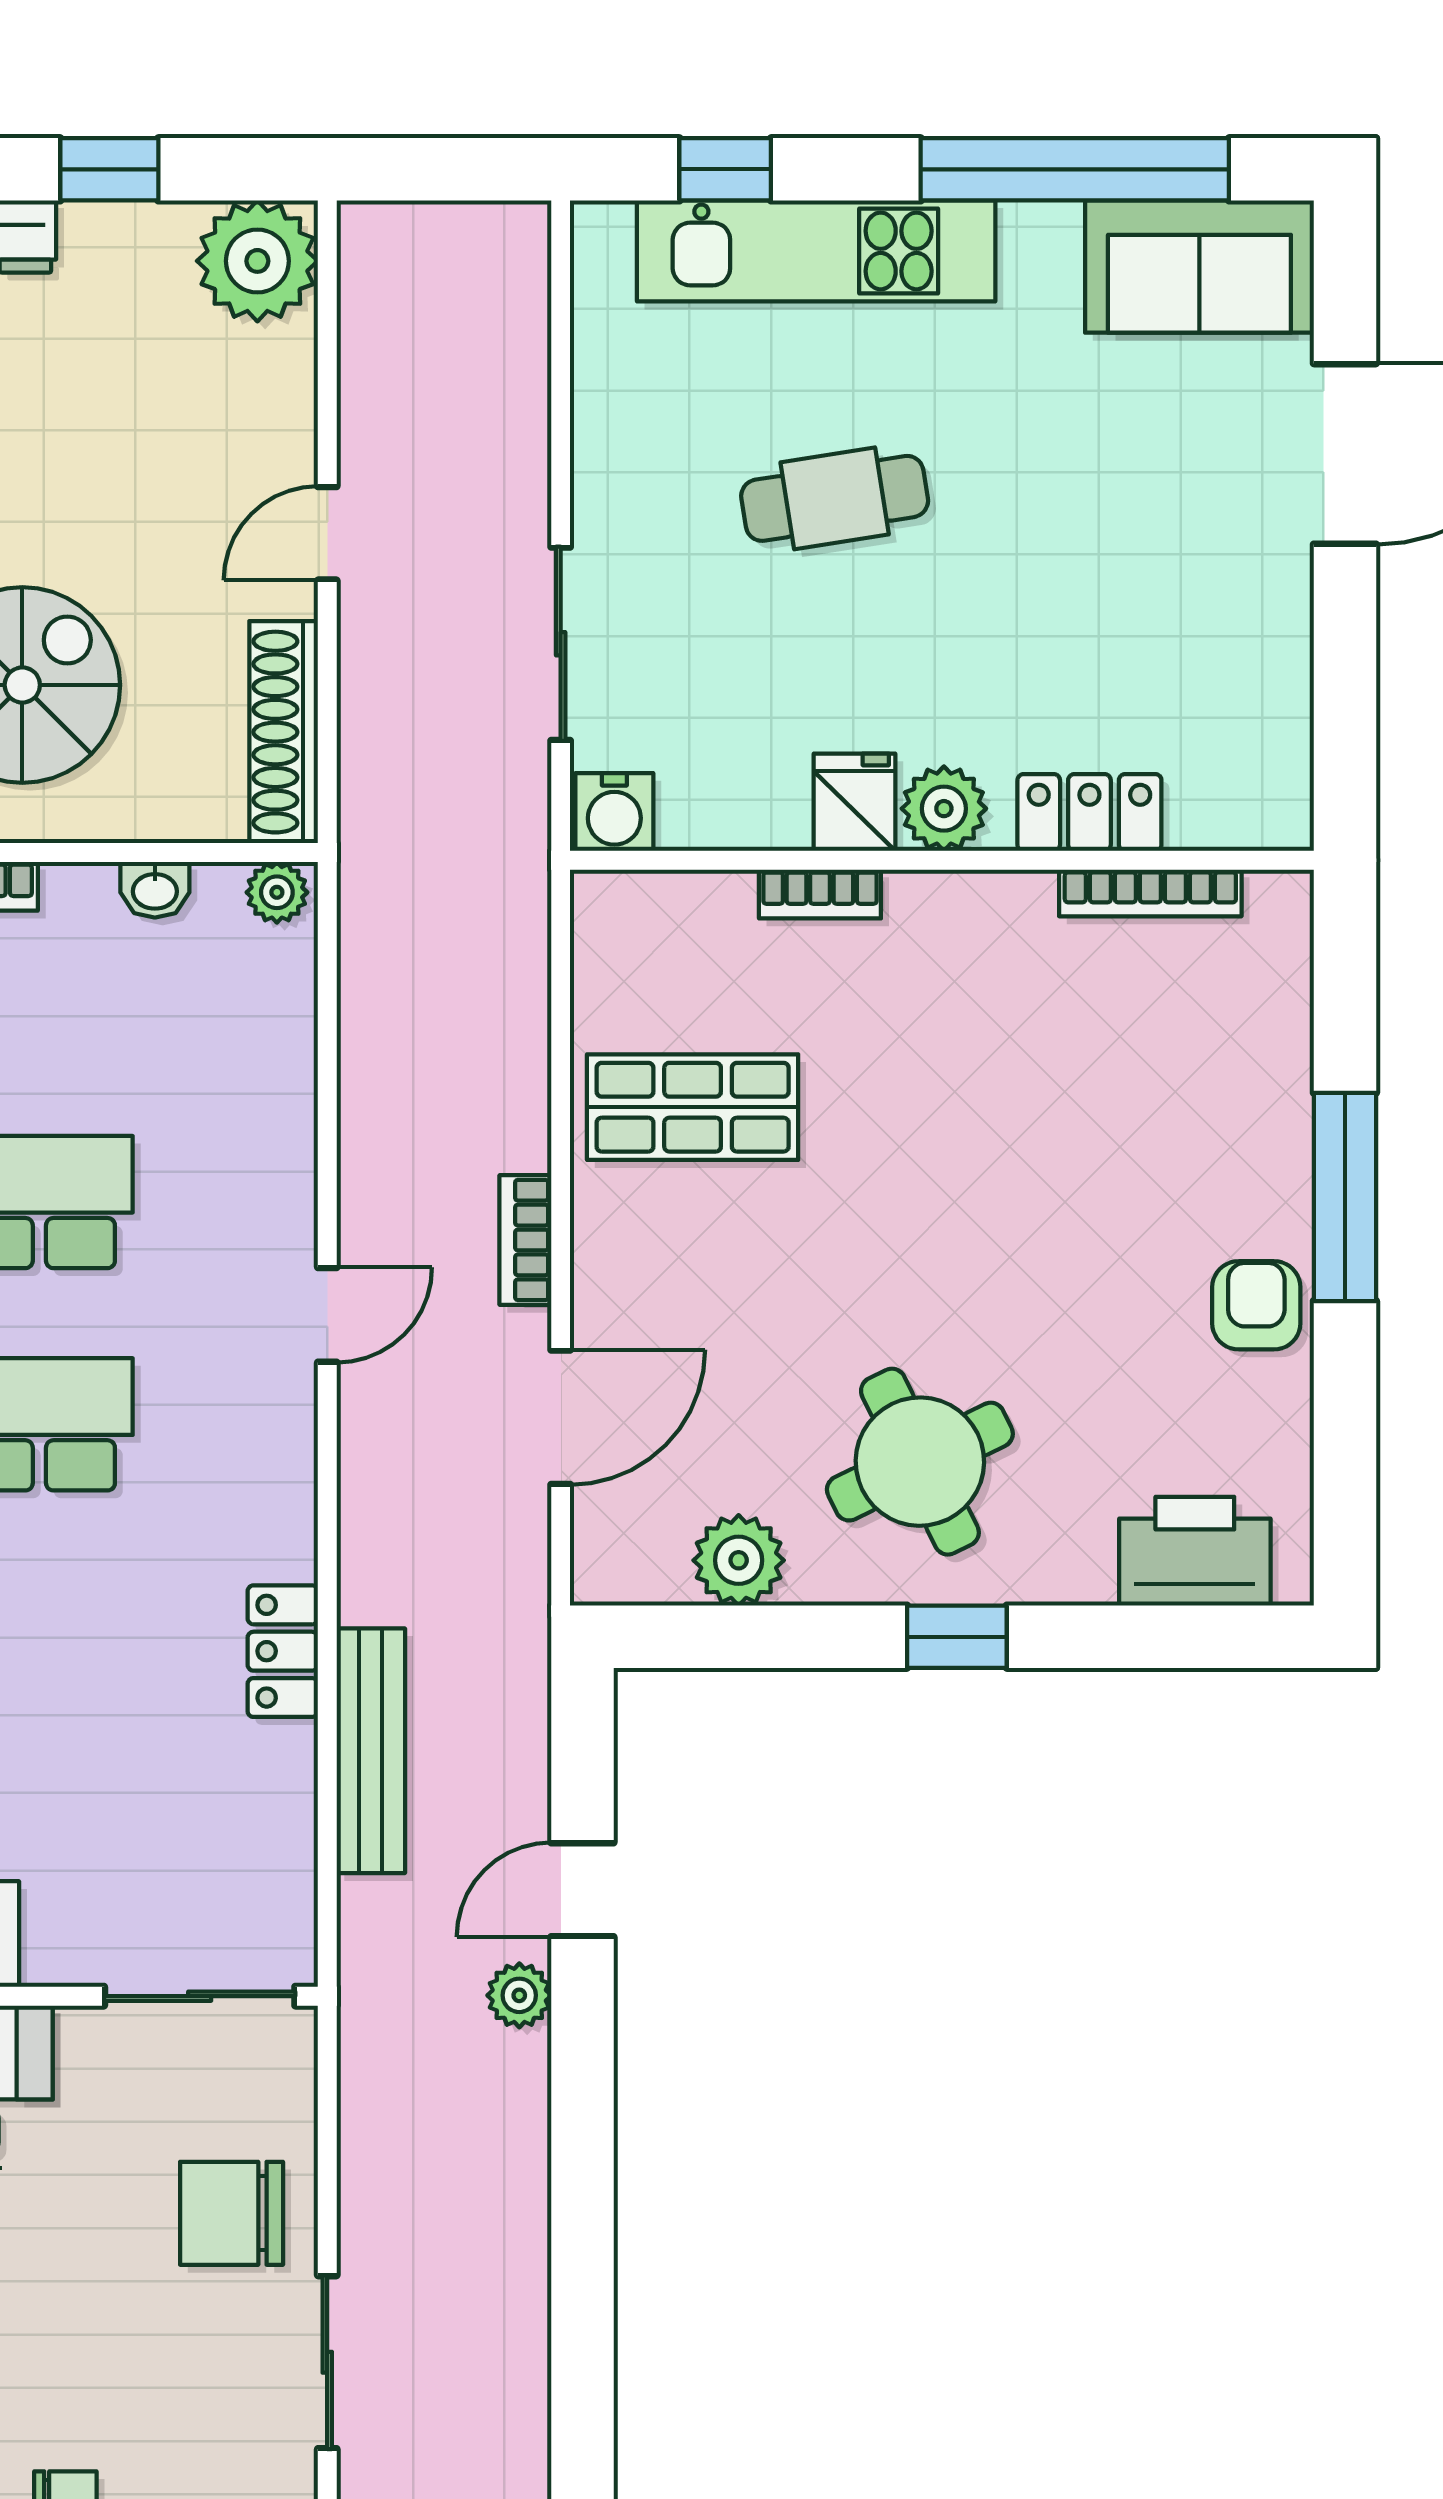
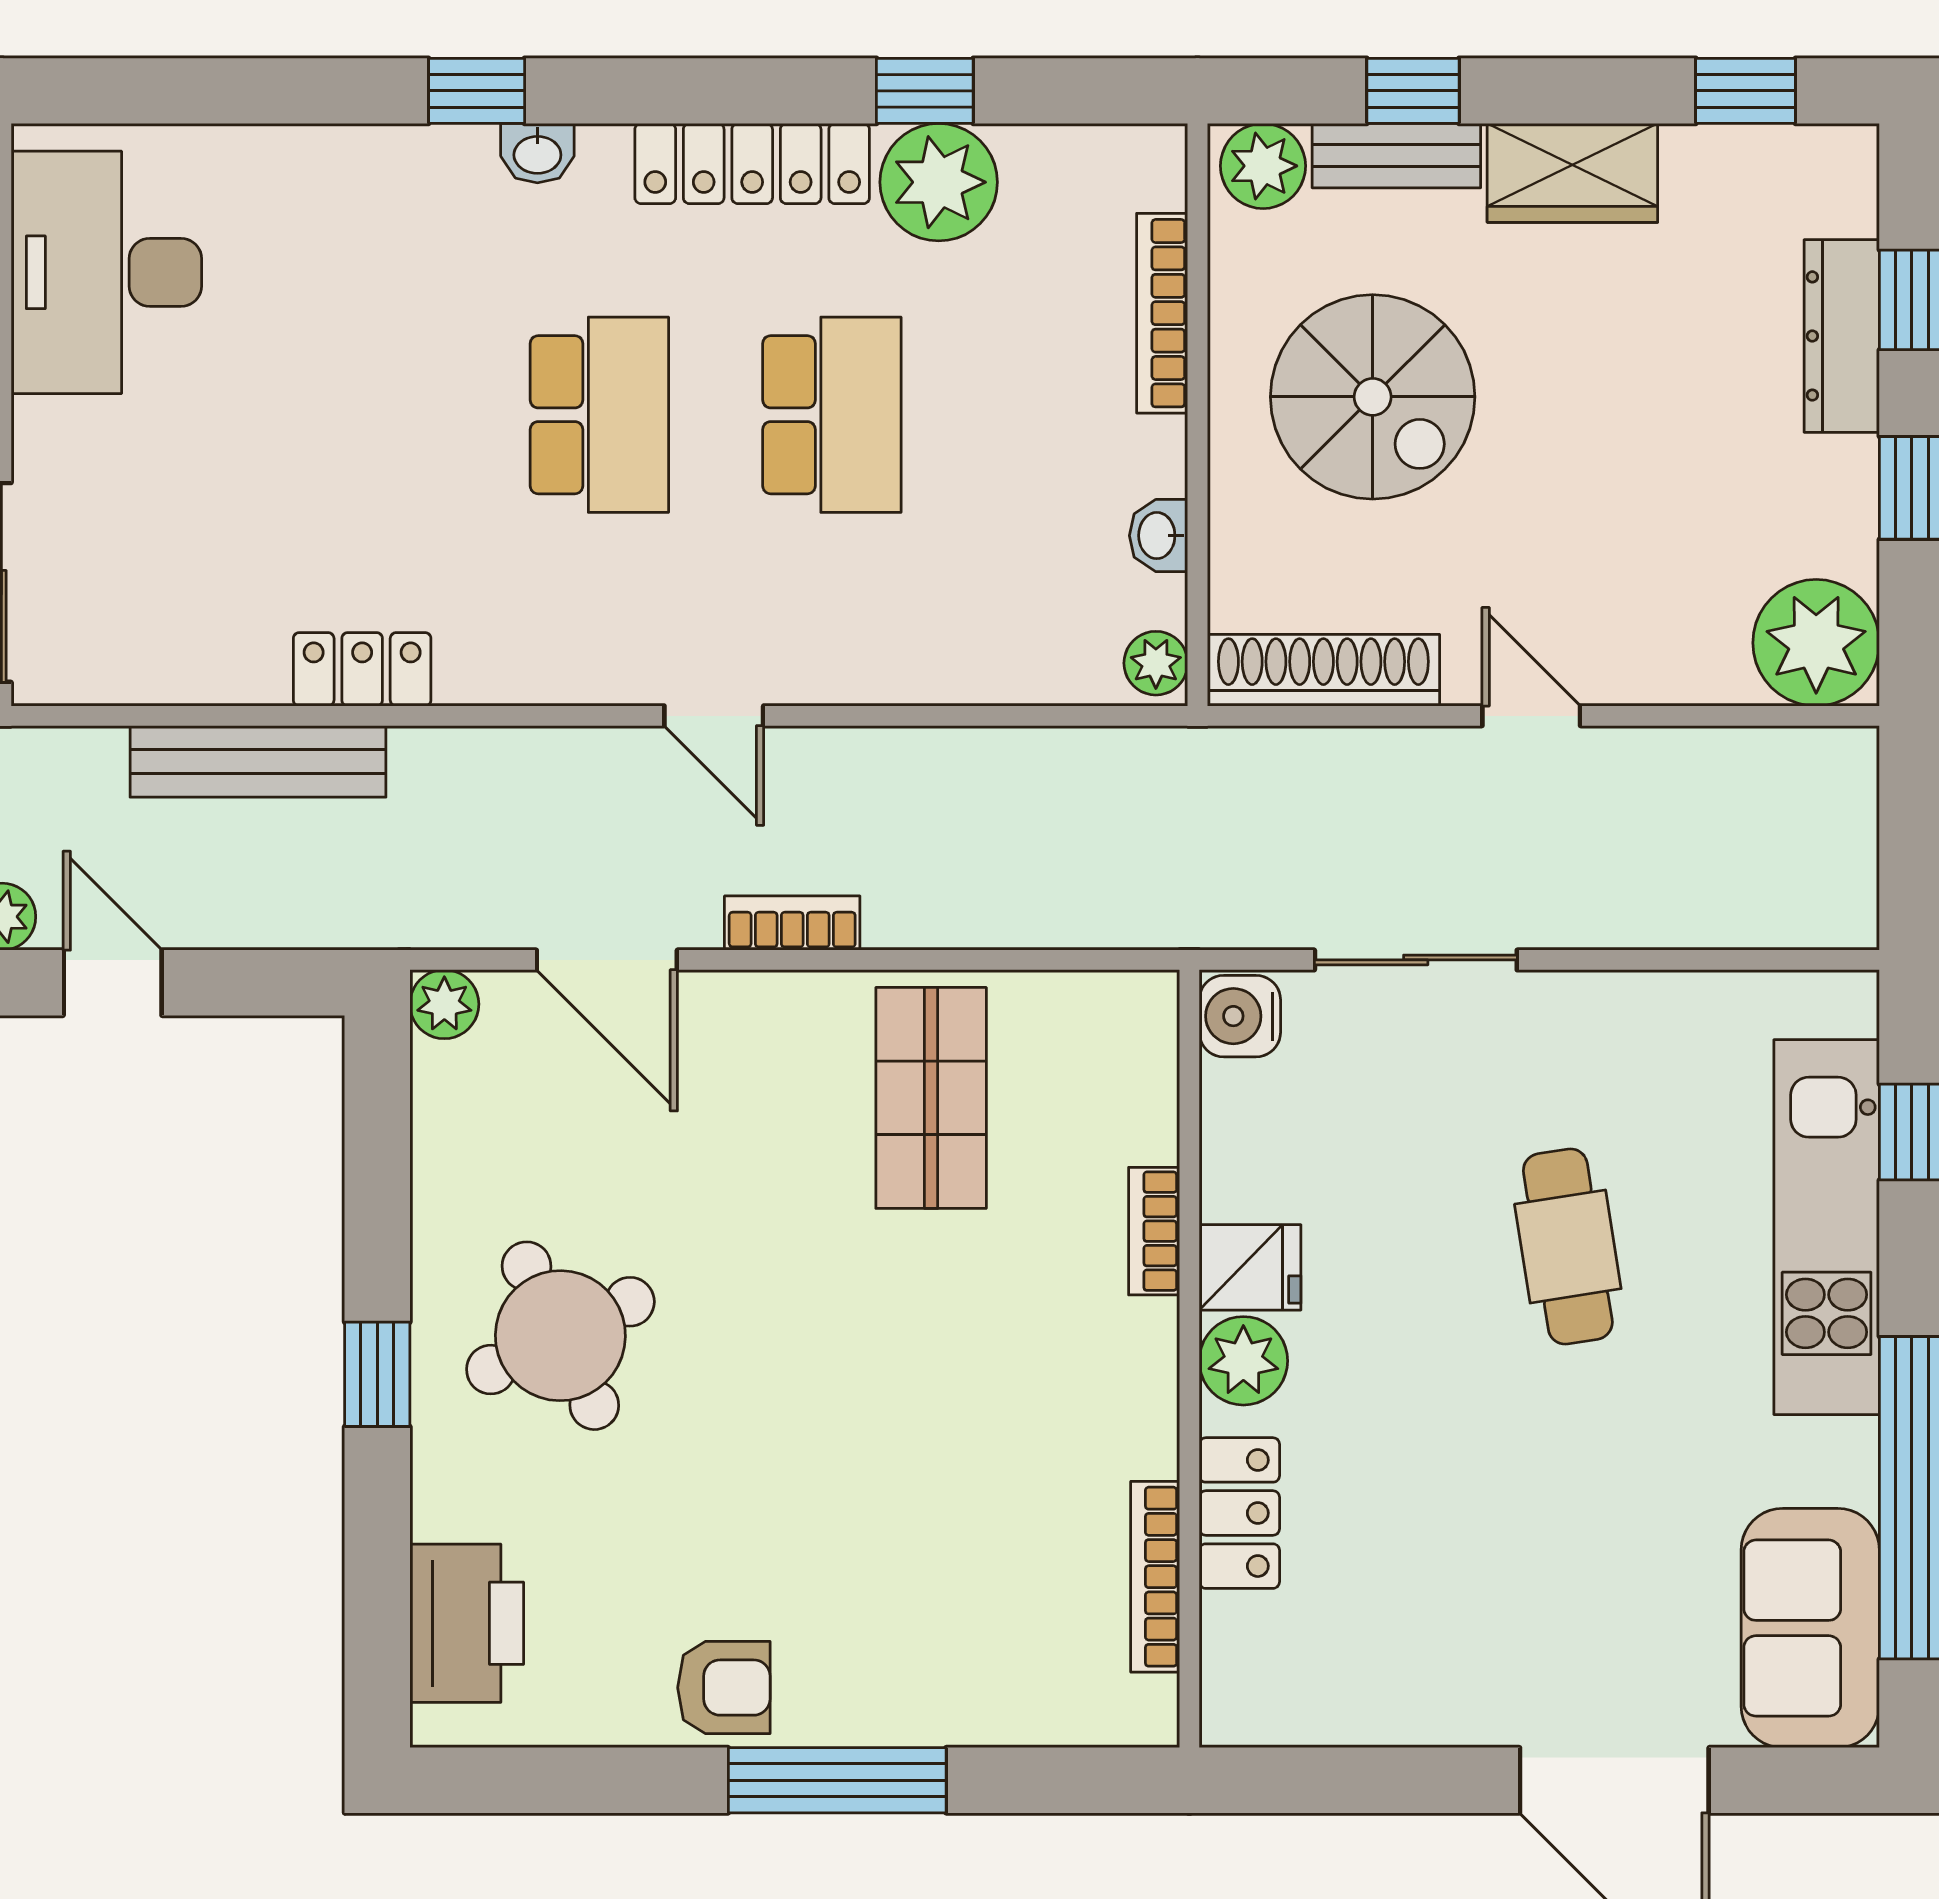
plant: (739, 1560) -> (444, 1004), moved, width x0.73, depth x0.73

